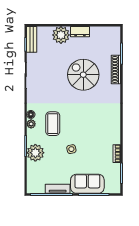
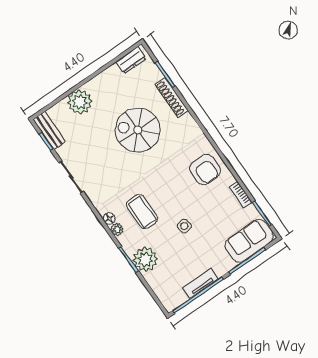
dresser: (80, 32) -> (131, 60), moved
armchair: (106, 125) -> (205, 169), added
sofa: (87, 184) -> (249, 241), moved

